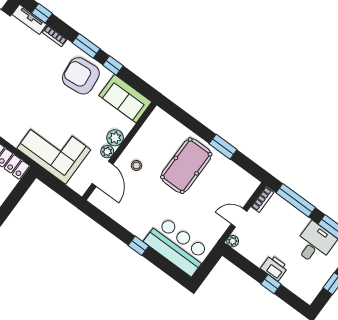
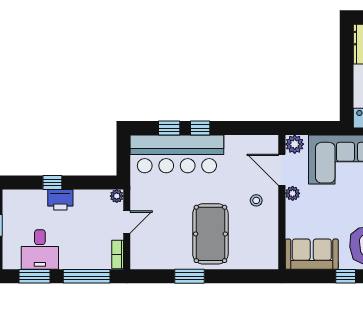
plant: (115, 138) -> (295, 144), moved
bar counter: (177, 246) -> (177, 154), width x1.36
window: (160, 262) -> (169, 128), added

